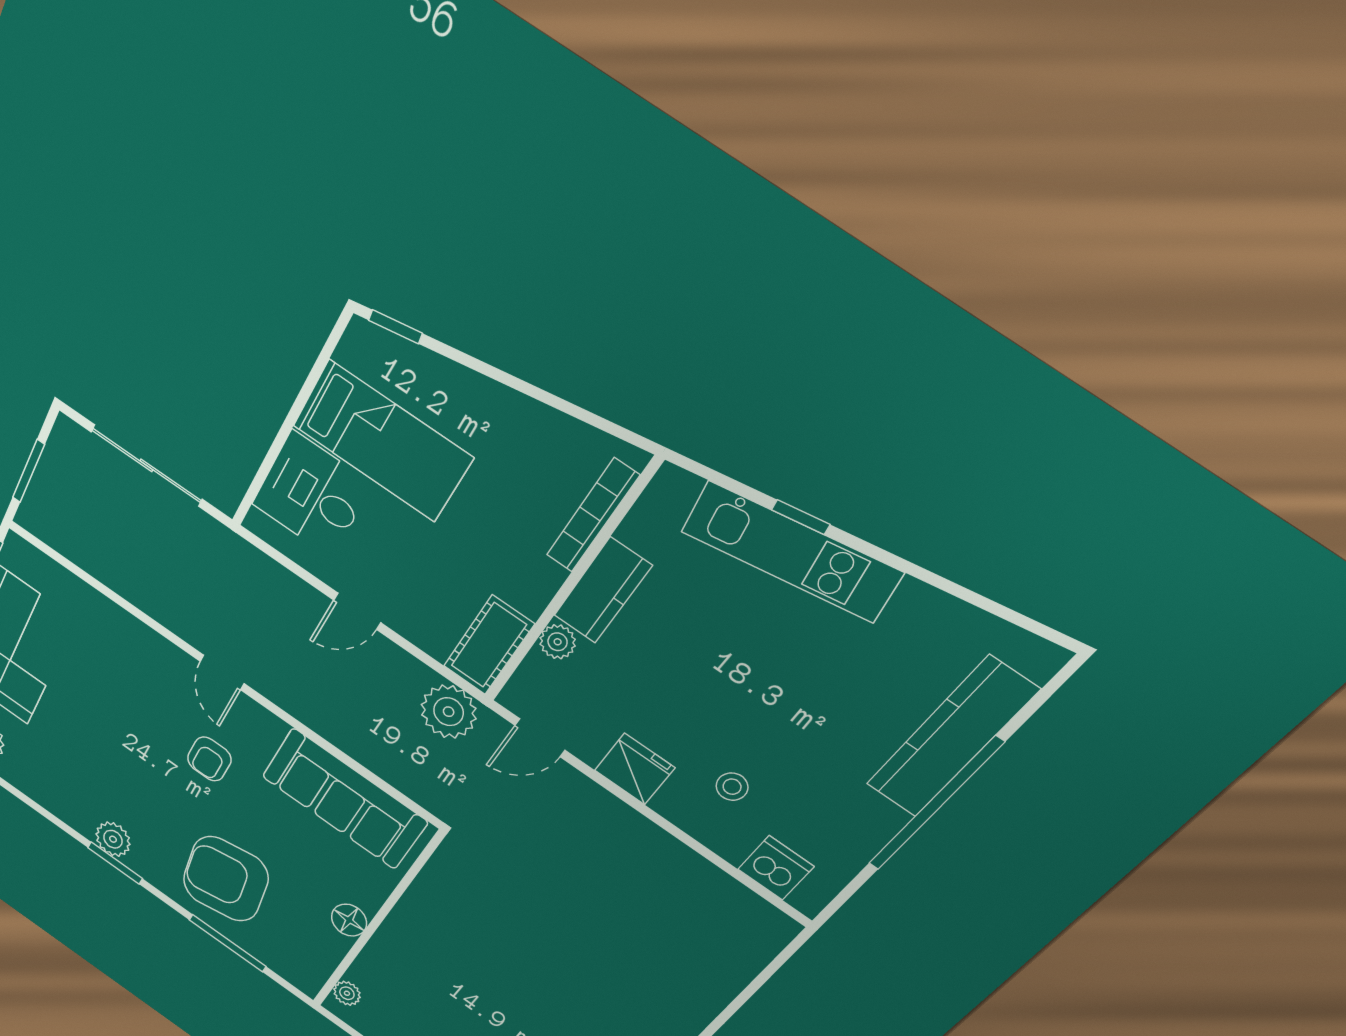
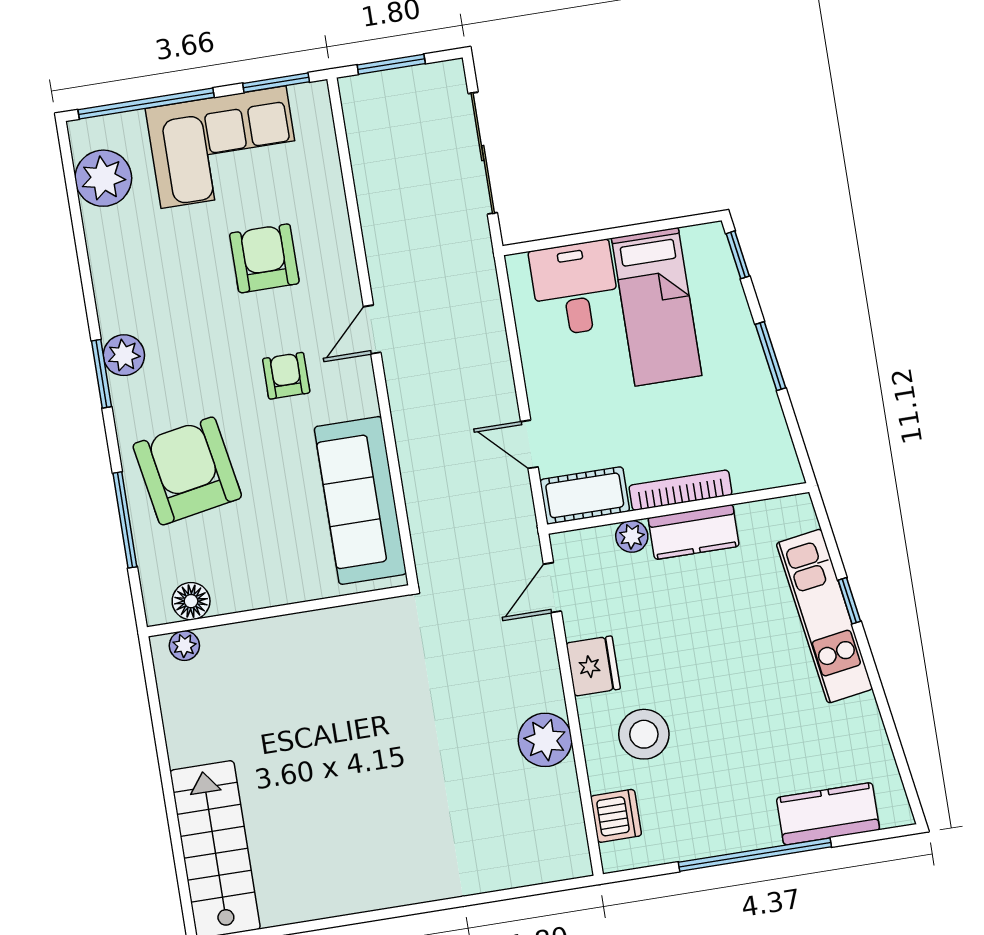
window: (511, 381) -> (770, 356), added
bookcase: (593, 516) -> (680, 490), moved
door: (357, 611) -> (529, 444), moved
armchair: (112, 693) -> (264, 258), added
plant: (449, 712) -> (545, 740), moved
door: (540, 738) -> (552, 588), hinge flipped
kitchen counter: (951, 738) -> (828, 814), width x0.67
armchair: (209, 759) -> (286, 376), turned 90
stool: (732, 787) -> (644, 734), width x1.89, depth x1.89
floor lamp: (349, 920) -> (191, 601), moved

